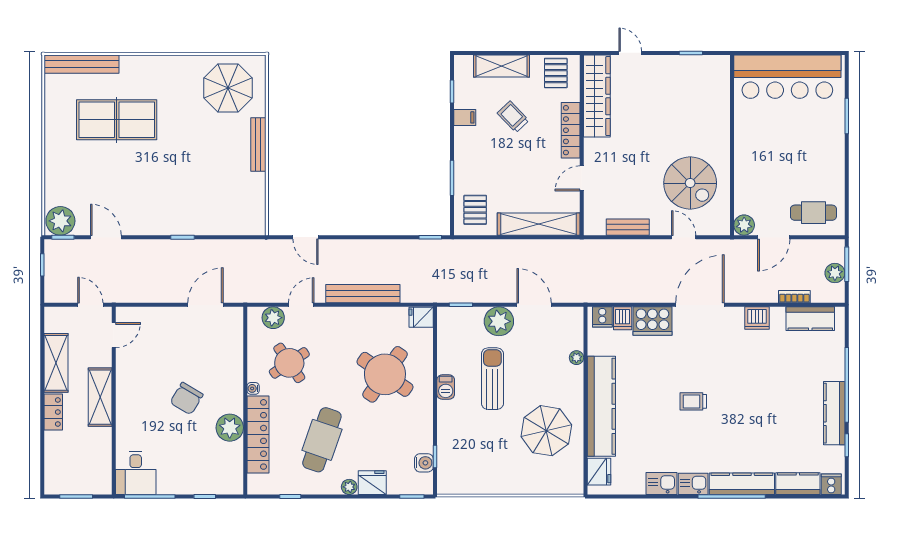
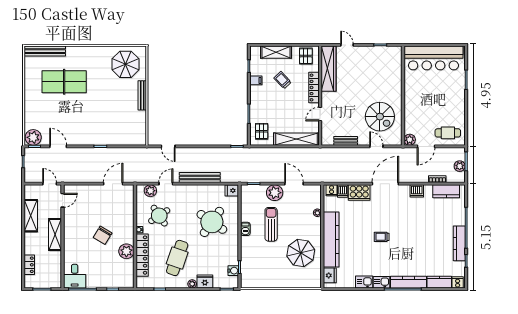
locker: (53, 412) -> (29, 265), moved

